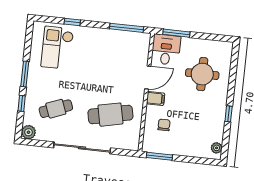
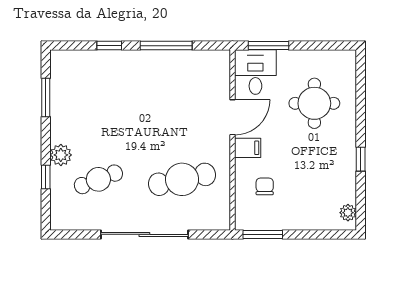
window: (127, 28) -> (166, 46), moved
checkout: (57, 48) -> (91, 87), removed
window: (25, 74) -> (46, 98), moved
plant: (28, 132) -> (61, 155), moved

